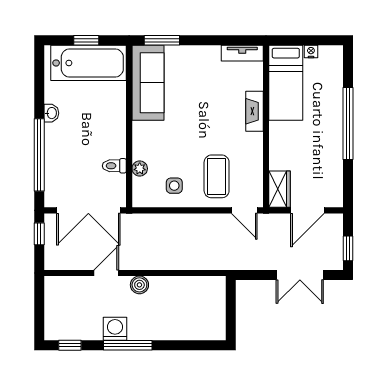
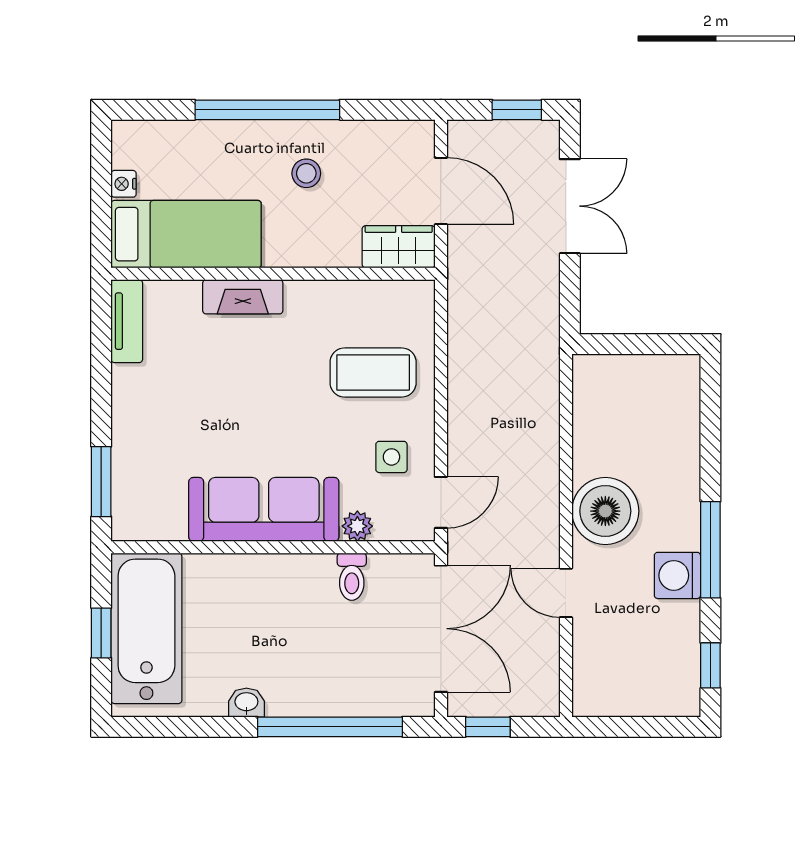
sofa: (148, 83) -> (264, 509), moved
stool: (316, 143) -> (306, 173), added
door: (244, 210) -> (441, 502), moved
boiler: (139, 285) -> (605, 511), width x1.86, depth x1.86

